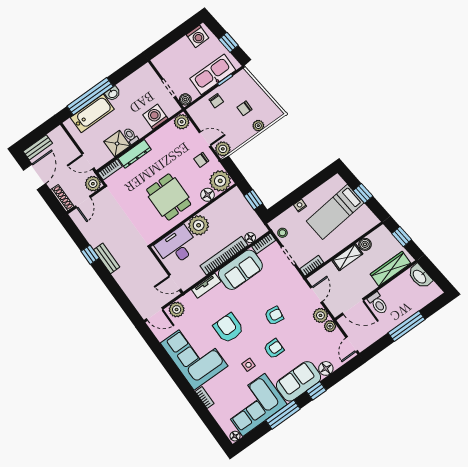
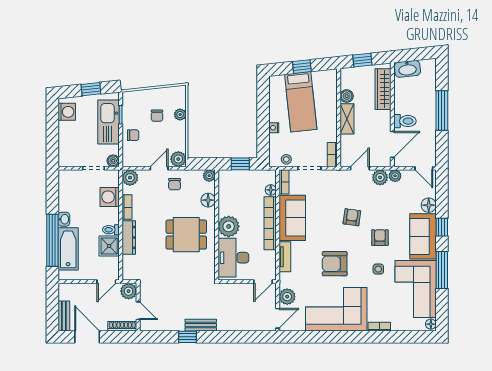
bookcase: (110, 170) -> (127, 207), moved
plant: (220, 181) -> (209, 176), width x0.53, depth x0.53
door: (316, 295) -> (360, 168), hinge flipped

